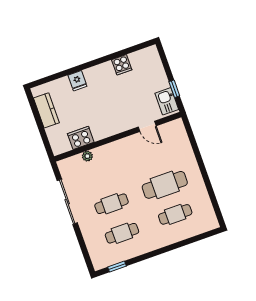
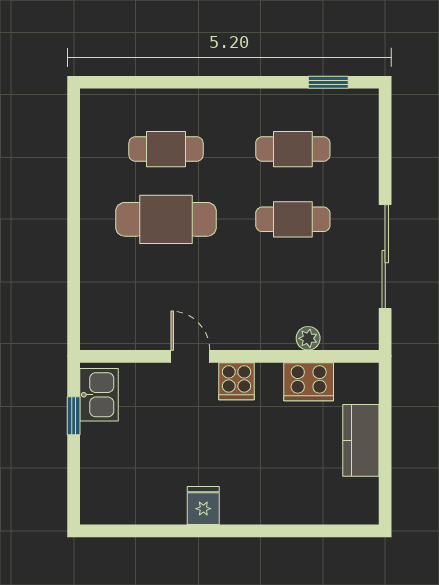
cooker: (122, 65) -> (236, 381), moved, turned 180
fridge: (77, 81) -> (203, 506), moved
kitchen counter: (46, 110) -> (361, 440), moved
door: (147, 126) -> (190, 356), moved

